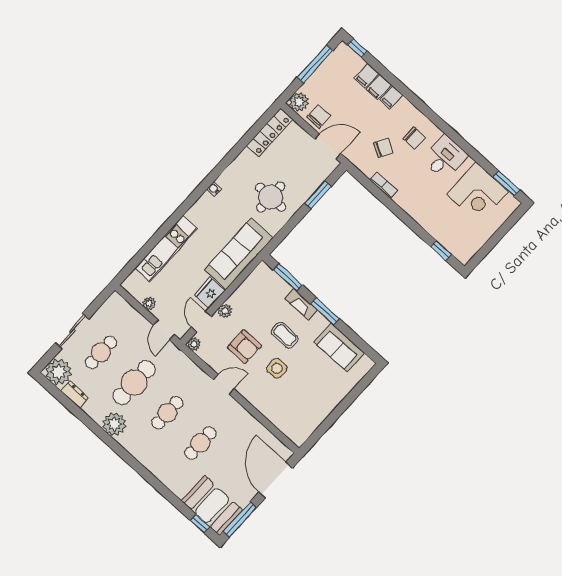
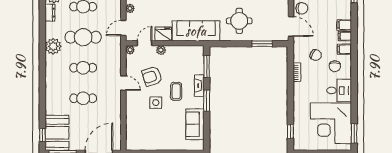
filing cabinet: (366, 76) -> (344, 49), moved
corner desk: (478, 193) -> (331, 123), width x1.36, depth x1.36
armchair: (245, 347) -> (152, 76), turned 72

